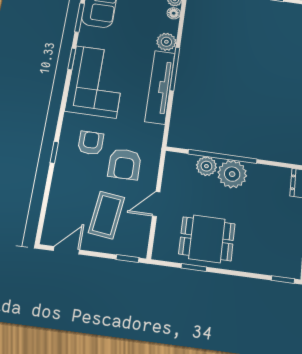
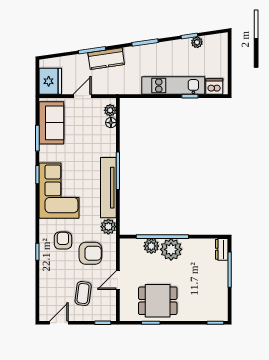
plant: (166, 42) -> (108, 227), moved
armchair: (125, 164) -> (90, 253), turned -90
coffee table: (106, 215) -> (83, 293), width x0.73, depth x0.77

